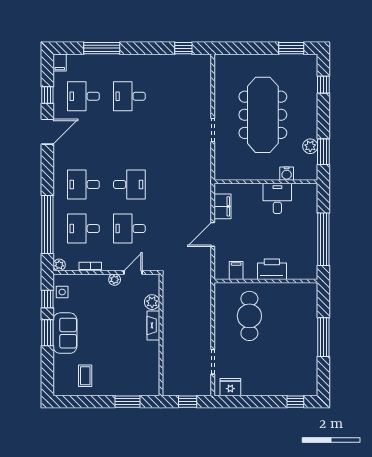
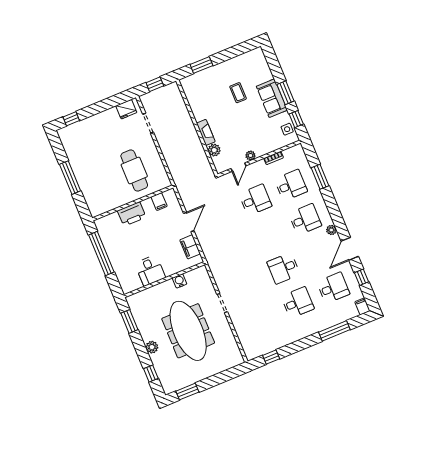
plant: (310, 146) -> (152, 347), moved
water cooler: (287, 174) -> (180, 281), moved
desk: (129, 184) -> (283, 268), moved
window: (47, 225) -> (320, 177), width x0.47
plant: (59, 265) -> (331, 230), moved
coffee table: (85, 376) -> (238, 93), moved

